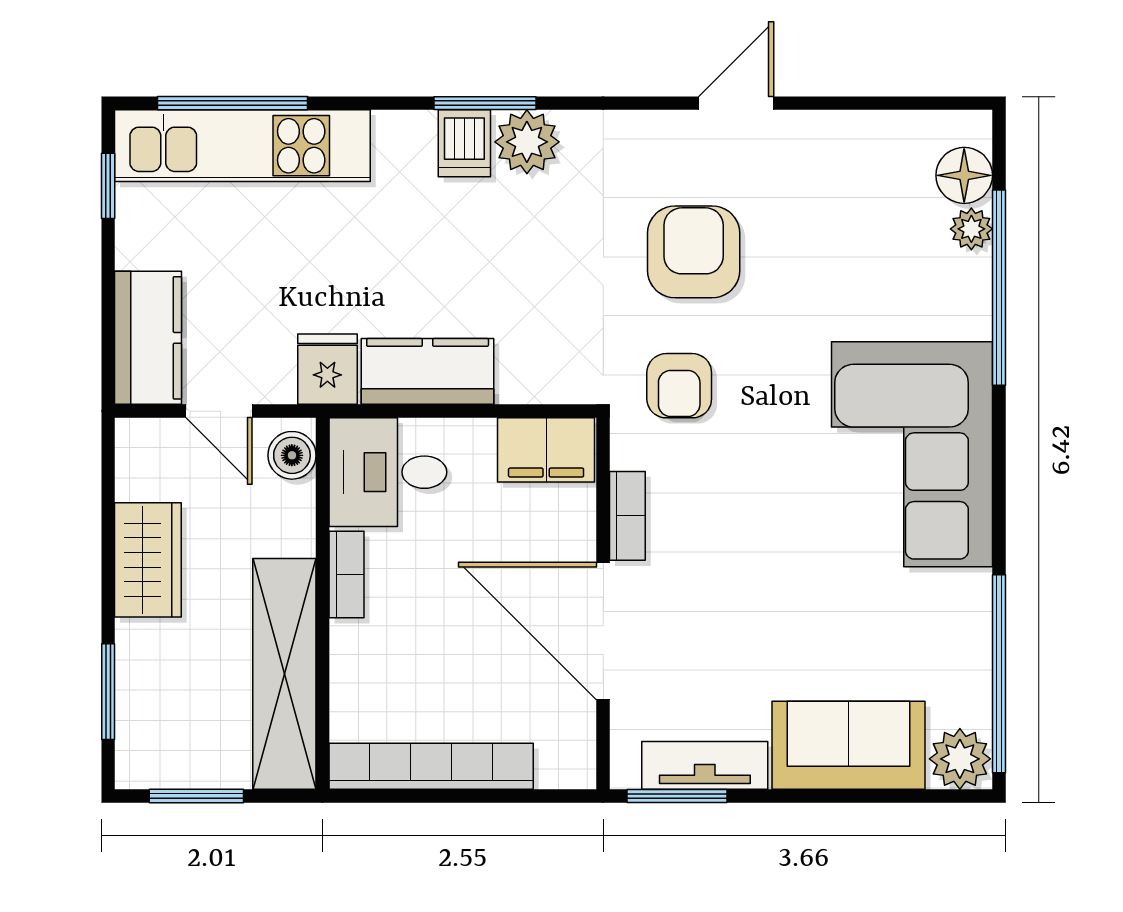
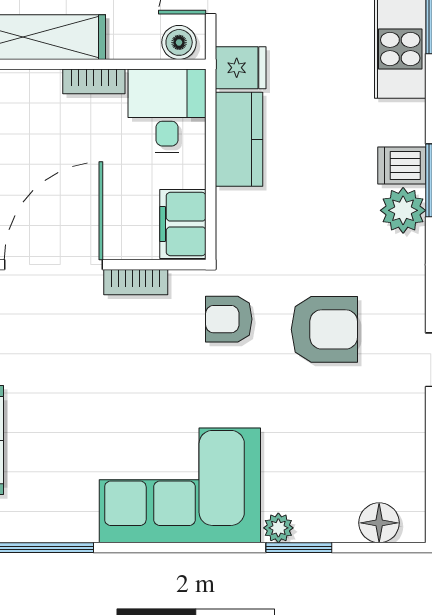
plant: (971, 229) -> (278, 528), moved
window: (999, 288) -> (299, 548), width x0.47

